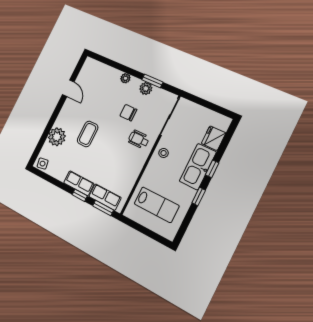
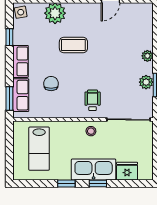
chair: (128, 113) -> (51, 84), moved
window: (80, 195) -> (9, 37), moved

